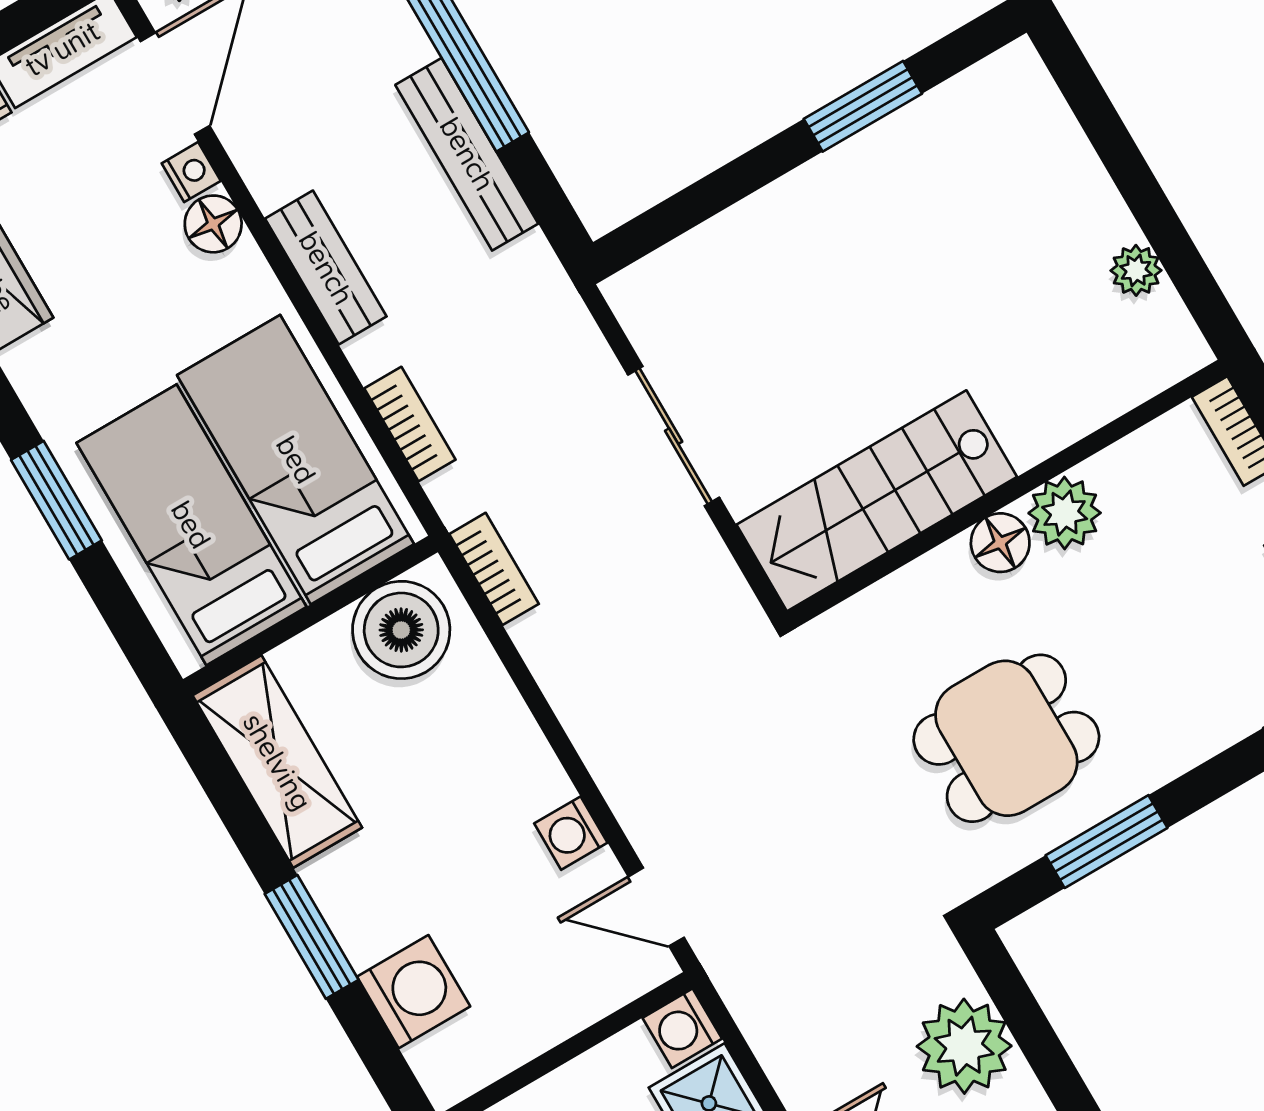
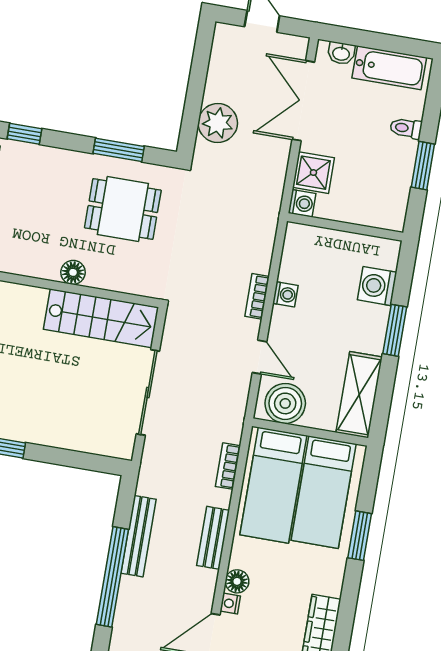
sliding door: (674, 436) -> (148, 392), width x1.37
plant: (1065, 513) -> (45, 265), removed
bookcase: (494, 569) -> (257, 296), moved
door: (656, 907) -> (260, 357), moved

